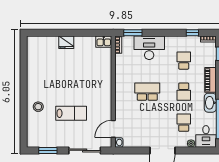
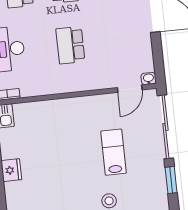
door: (113, 129) -> (130, 89), hinge flipped
sliding door: (85, 150) -> (165, 127), width x1.36

